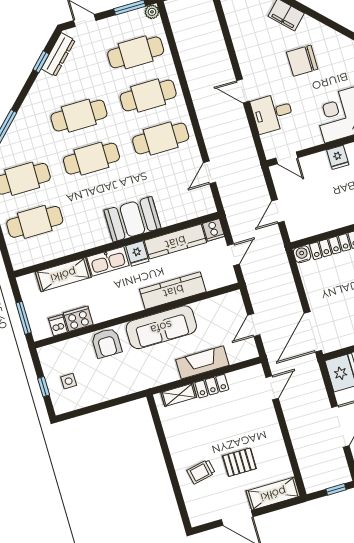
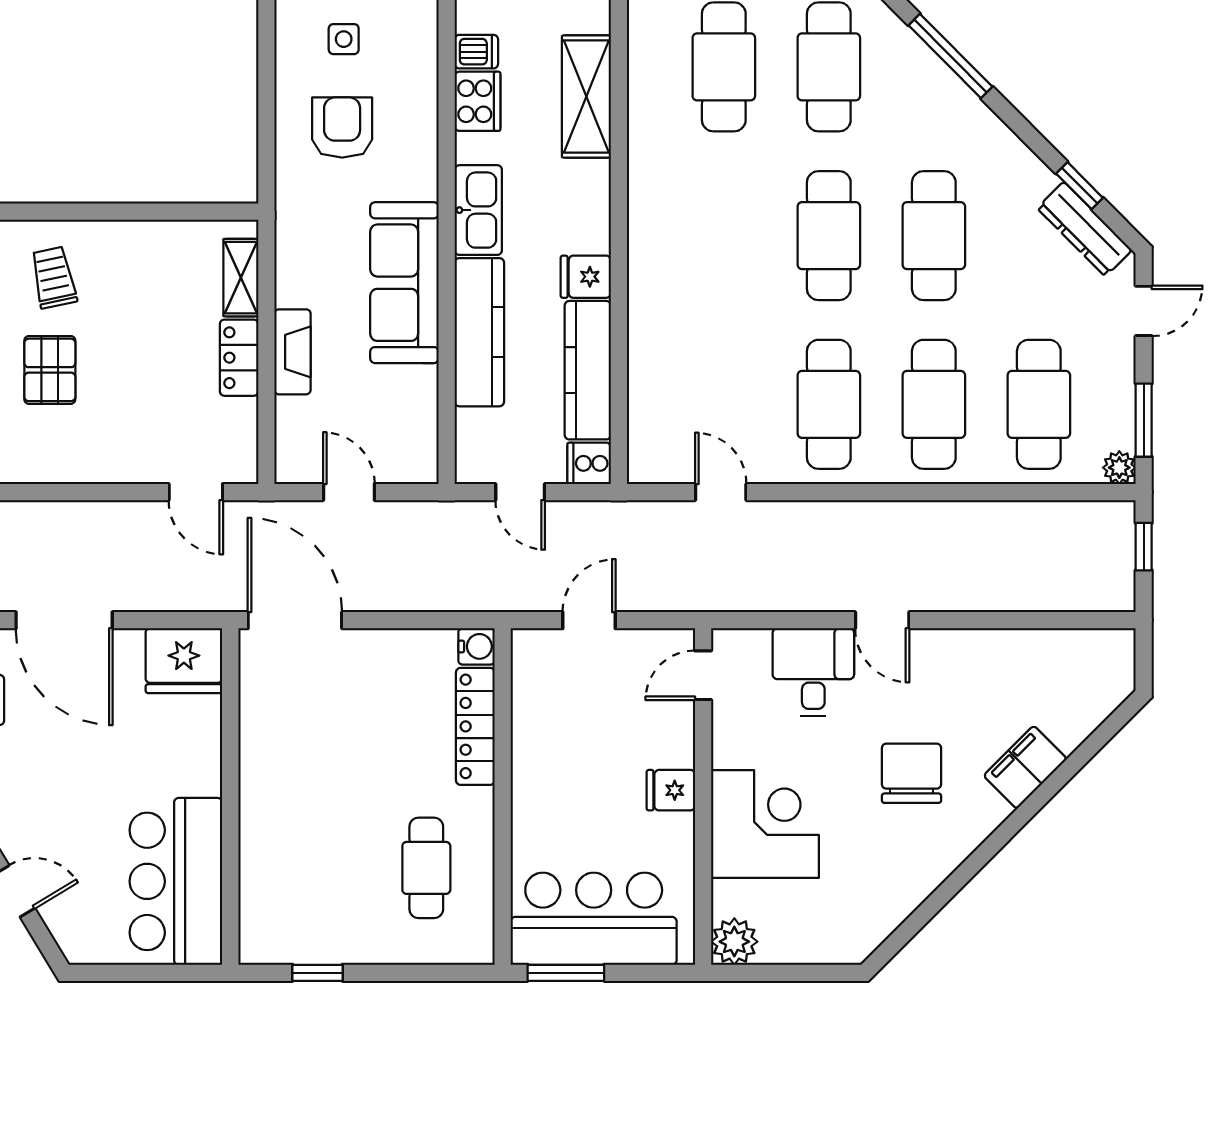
door: (243, 91) -> (882, 620), swing flipped
door: (278, 211) -> (589, 620), hinge flipped
booth: (132, 219) -> (666, 288), removed
kitchen sink: (108, 261) -> (478, 210), moved, turned 180
armchair: (107, 343) -> (342, 128), moved, turned 90
fireplace: (202, 362) -> (292, 352), width x0.73, depth x0.76

